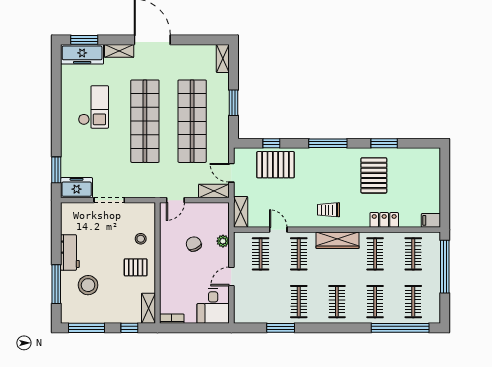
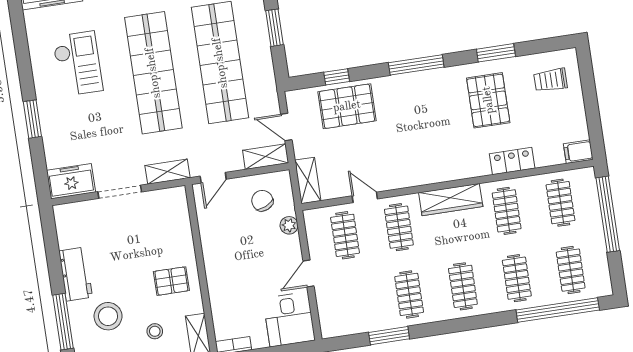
window: (56, 170) -> (32, 119), moved
shelving: (144, 191) -> (167, 172), added
trolley: (329, 210) -> (551, 80), moved
stool: (141, 239) -> (155, 331), moved
chair: (194, 244) -> (262, 201), moved

